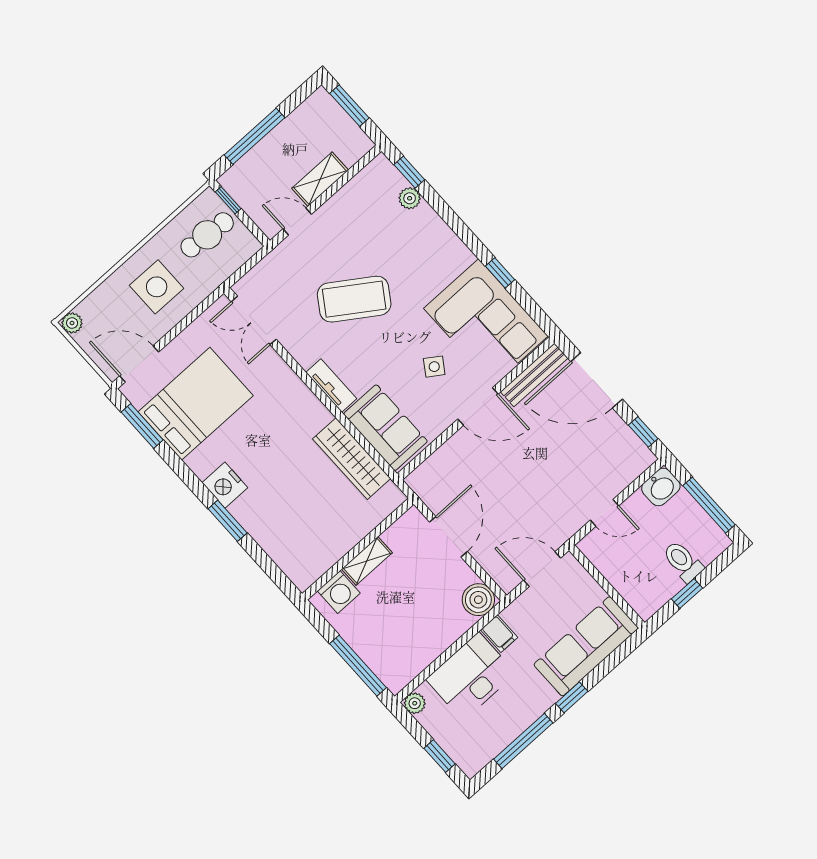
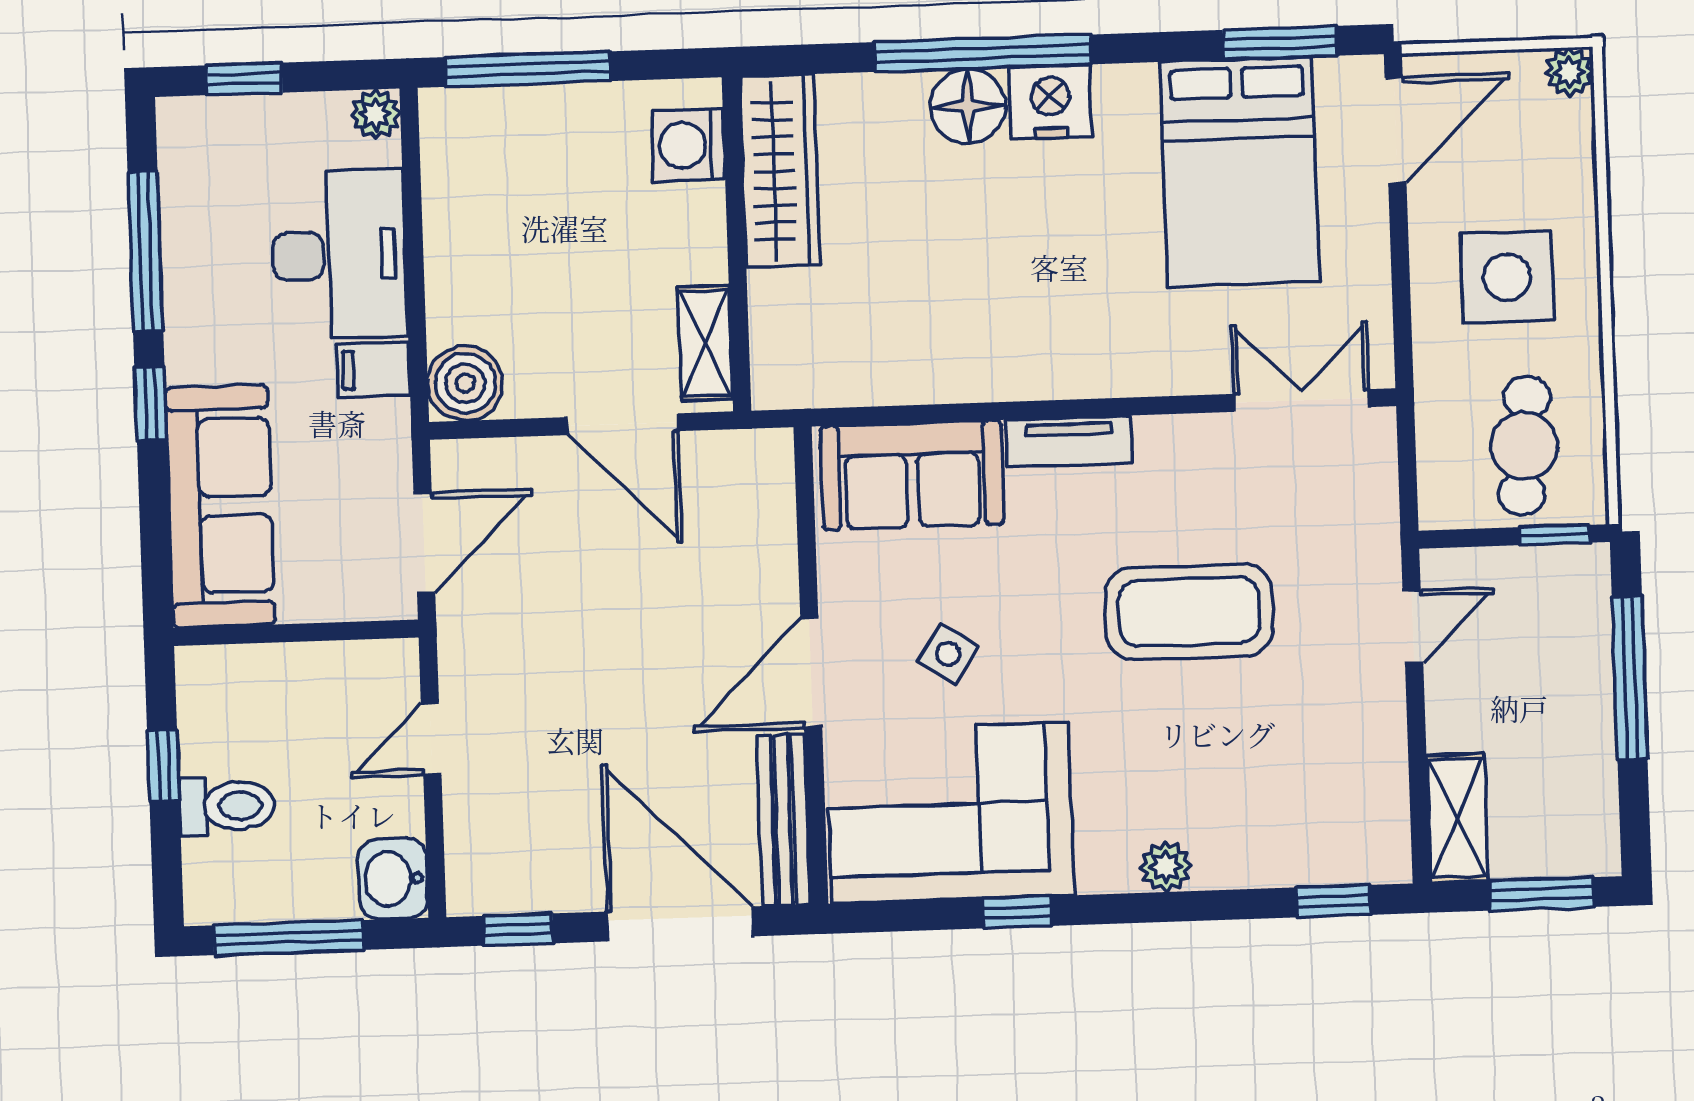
shelving: (320, 179) -> (1457, 818), moved
plant: (410, 198) -> (1166, 867), moved
coffee table: (354, 299) -> (1189, 612), turned 56
door: (597, 380) -> (680, 924), hinge flipped
wardrobe: (352, 459) -> (780, 171), moved, turned 90
floor lamp: (249, 511) -> (968, 106), added
window: (228, 521) -> (982, 53), width x2.11
shelving: (367, 561) -> (705, 343), moved

